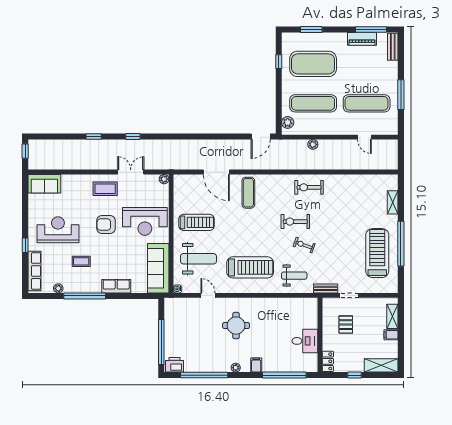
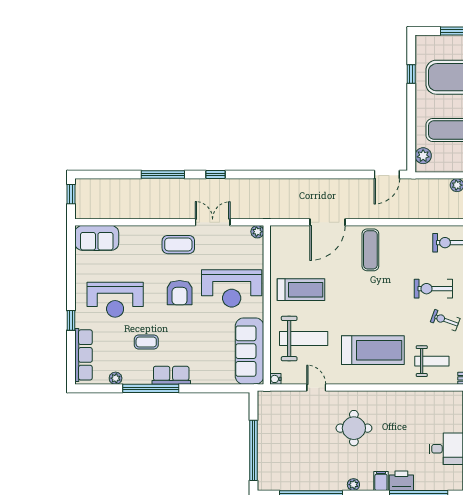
window: (94, 137) -> (163, 175), width x2.17
door: (216, 172) -> (328, 222), hinge flipped
armchair: (106, 225) -> (180, 293), turned -90
reception desk: (58, 230) -> (115, 300), turned 180
row of seats: (116, 286) -> (171, 375), moved
printer: (175, 365) -> (401, 481), moved

